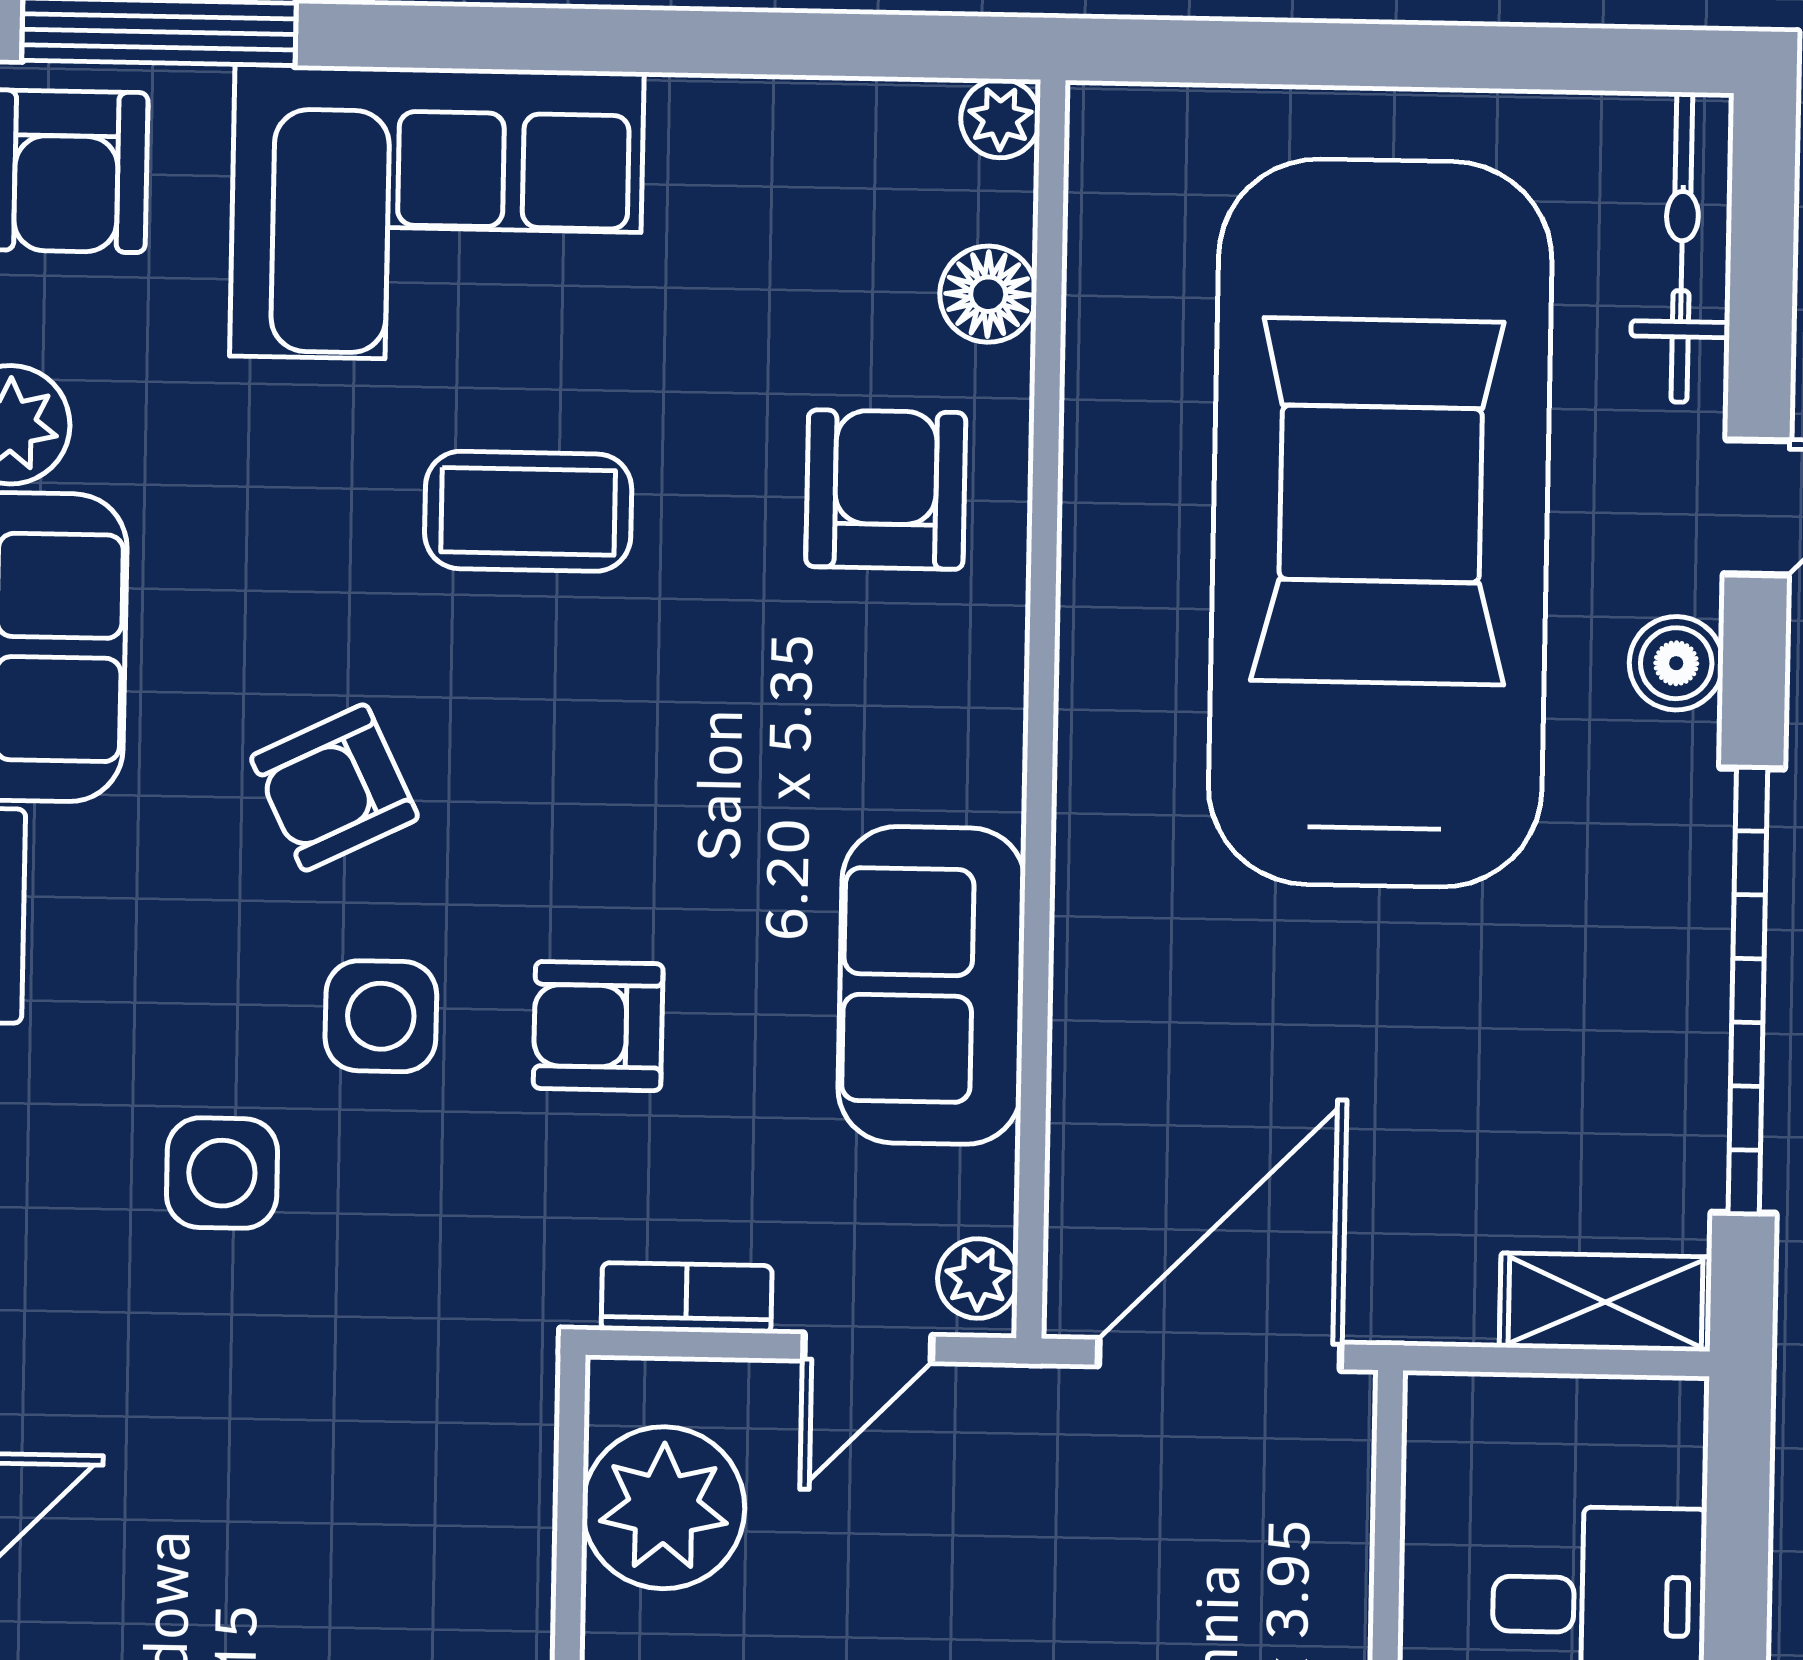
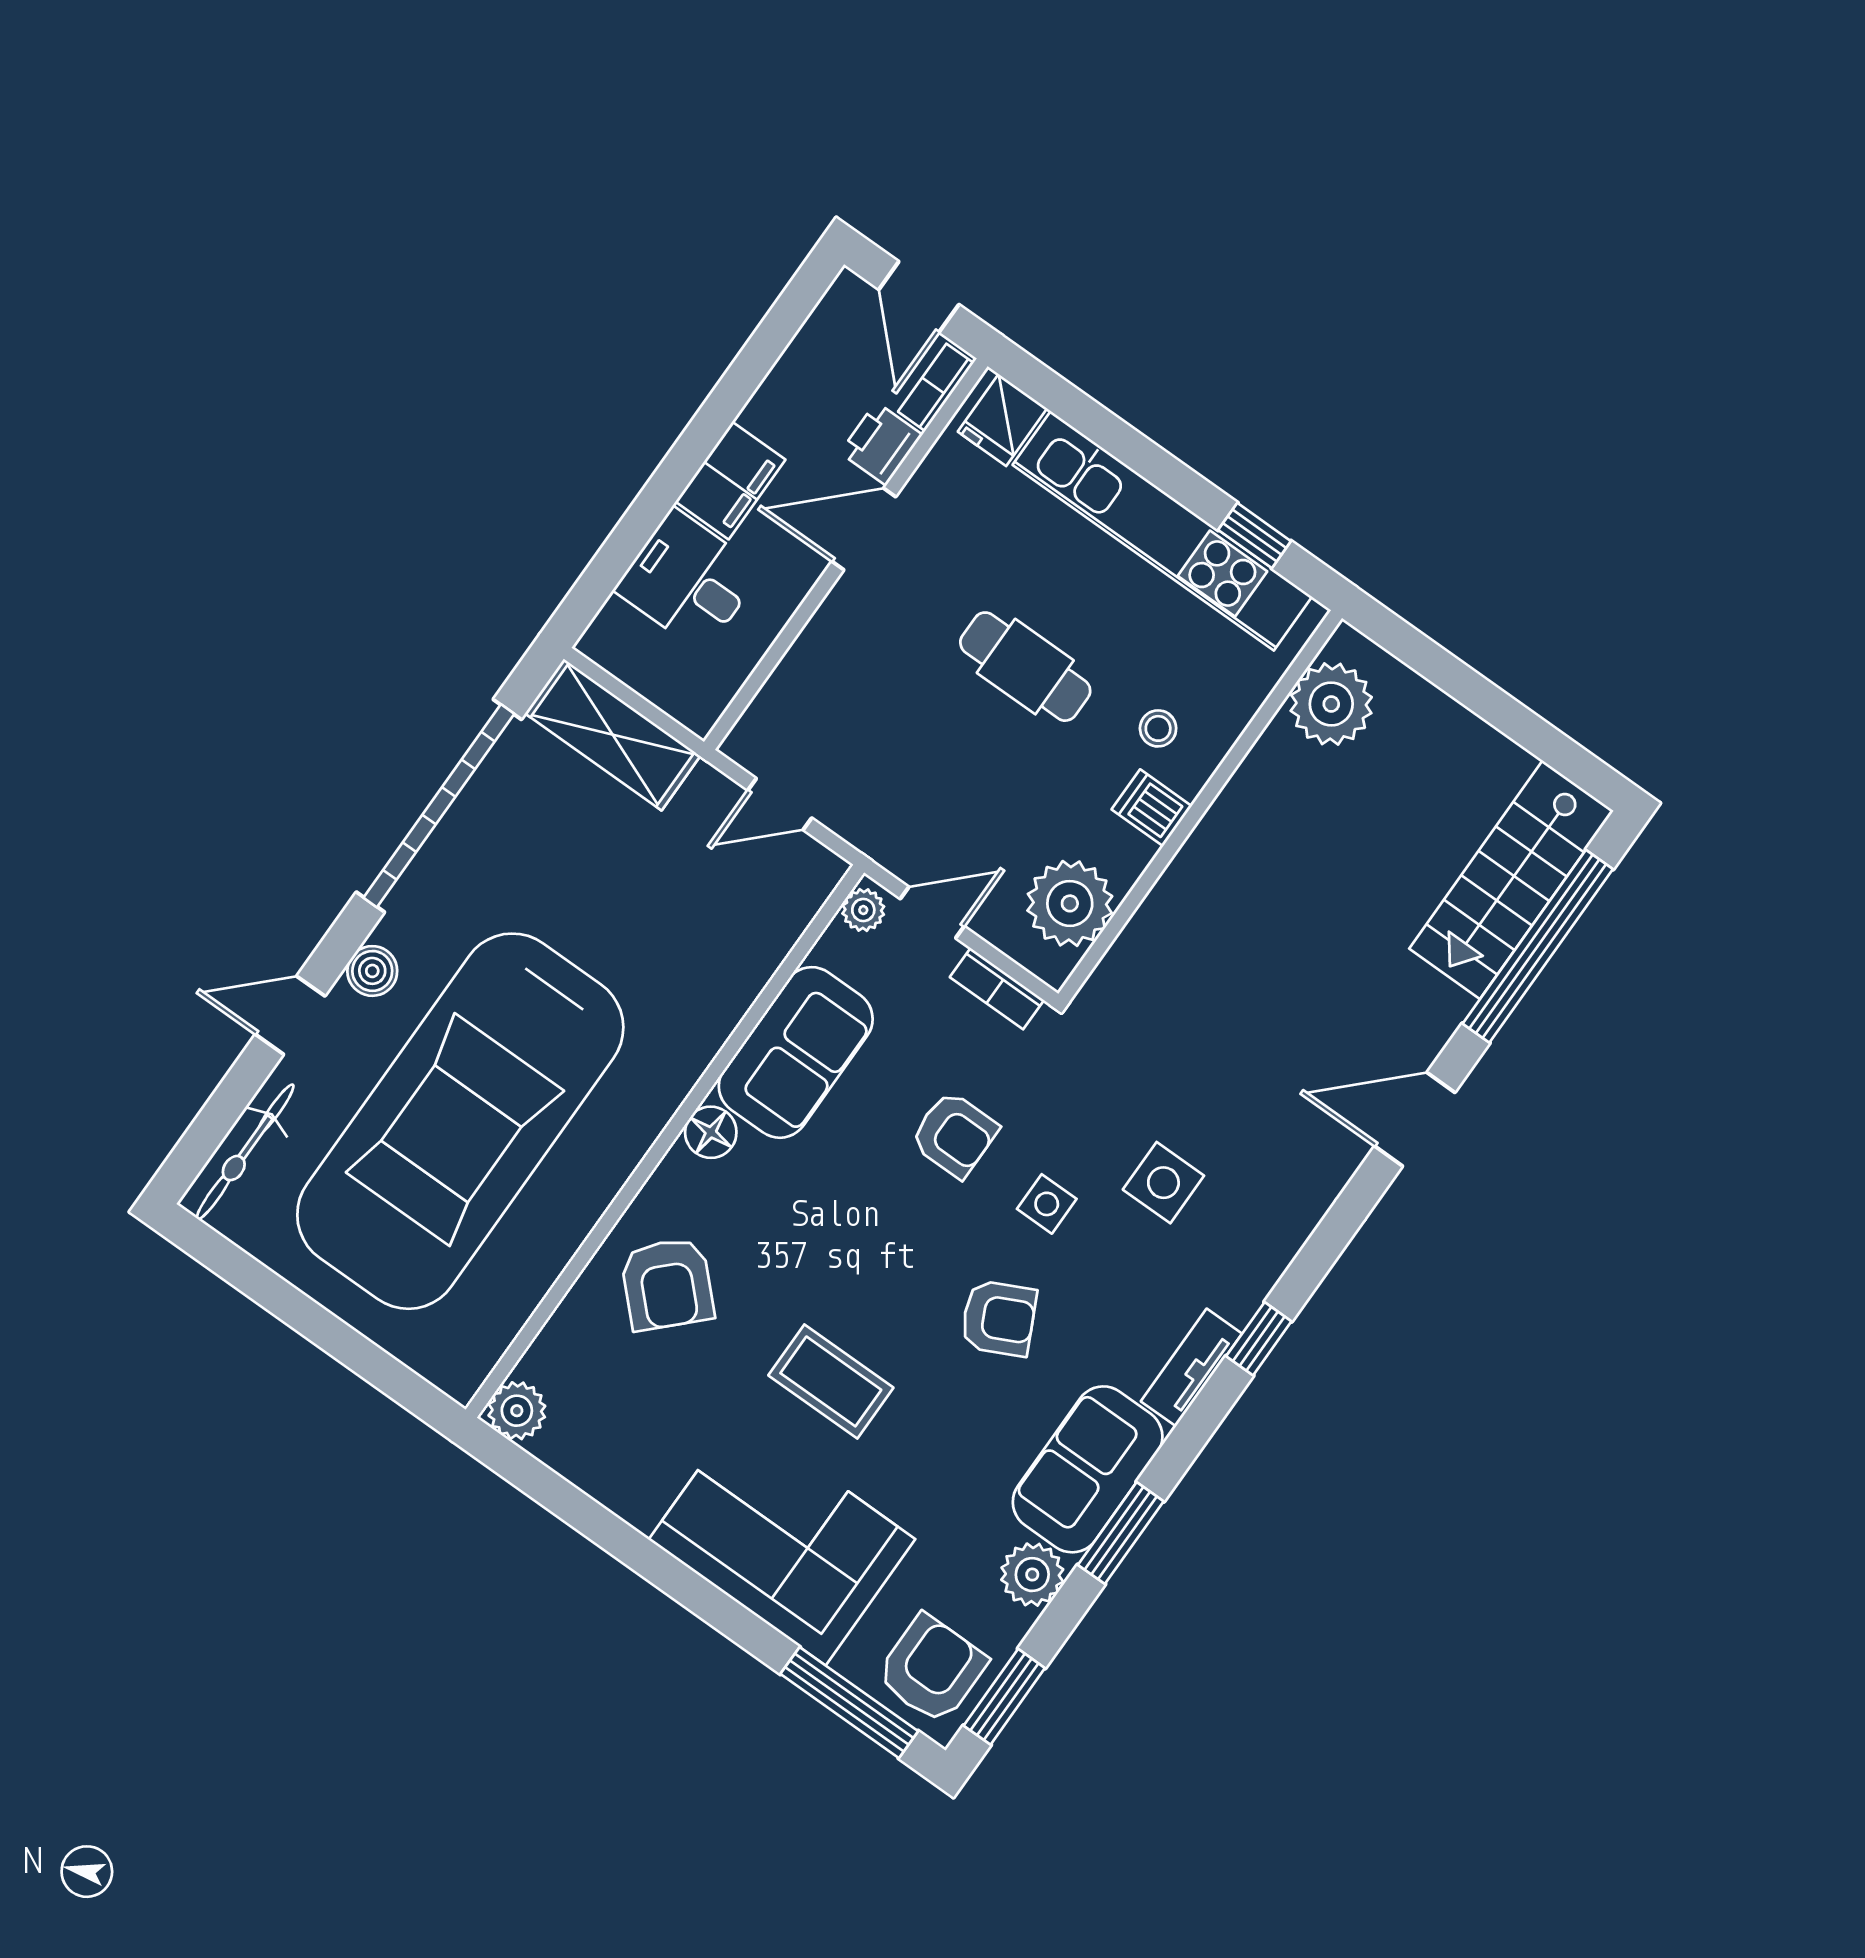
plant: (1000, 118) -> (517, 1411), width x1.38, depth x1.38
floor lamp: (988, 294) -> (711, 1132), moved
armchair: (886, 490) -> (667, 1284), turned -45
side table: (381, 1016) -> (1047, 1204), width x0.73, depth x0.73
shelving: (1606, 1302) -> (613, 735), width x1.50, depth x1.33
door: (1220, 1355) -> (780, 804), width x0.53

